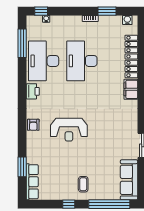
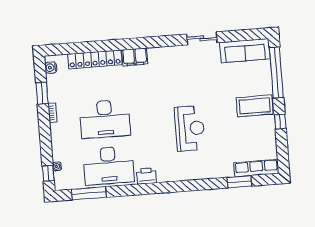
armchair: (33, 125) -> (187, 172), removed
coffee table: (83, 184) -> (255, 106), width x1.86, depth x1.72

